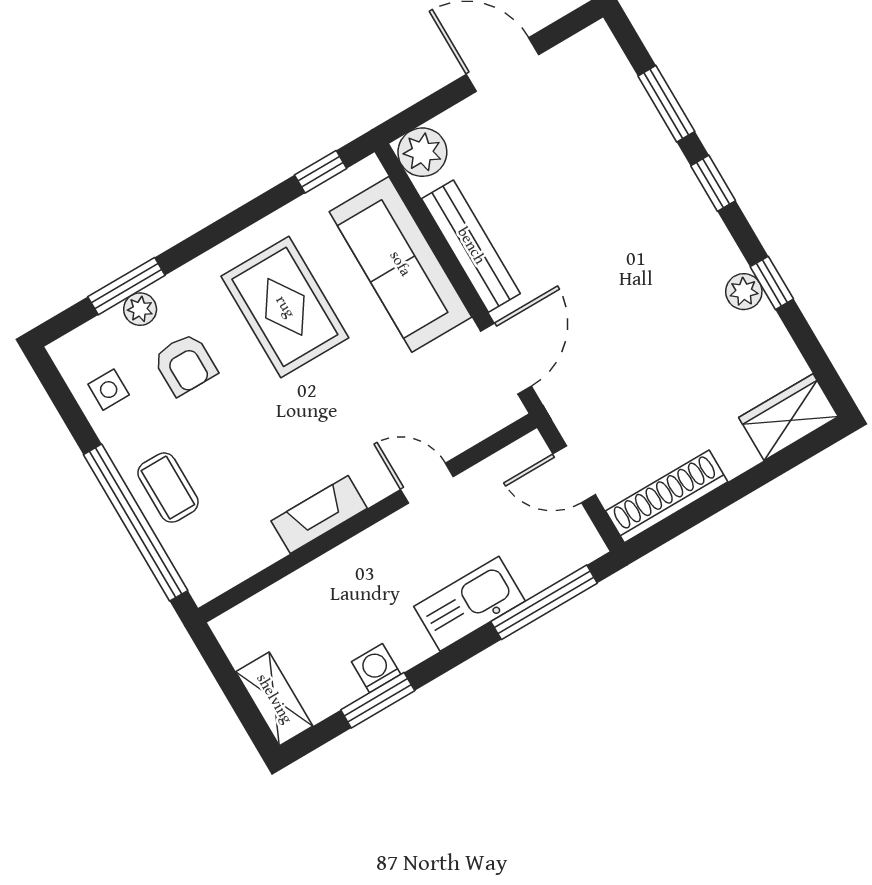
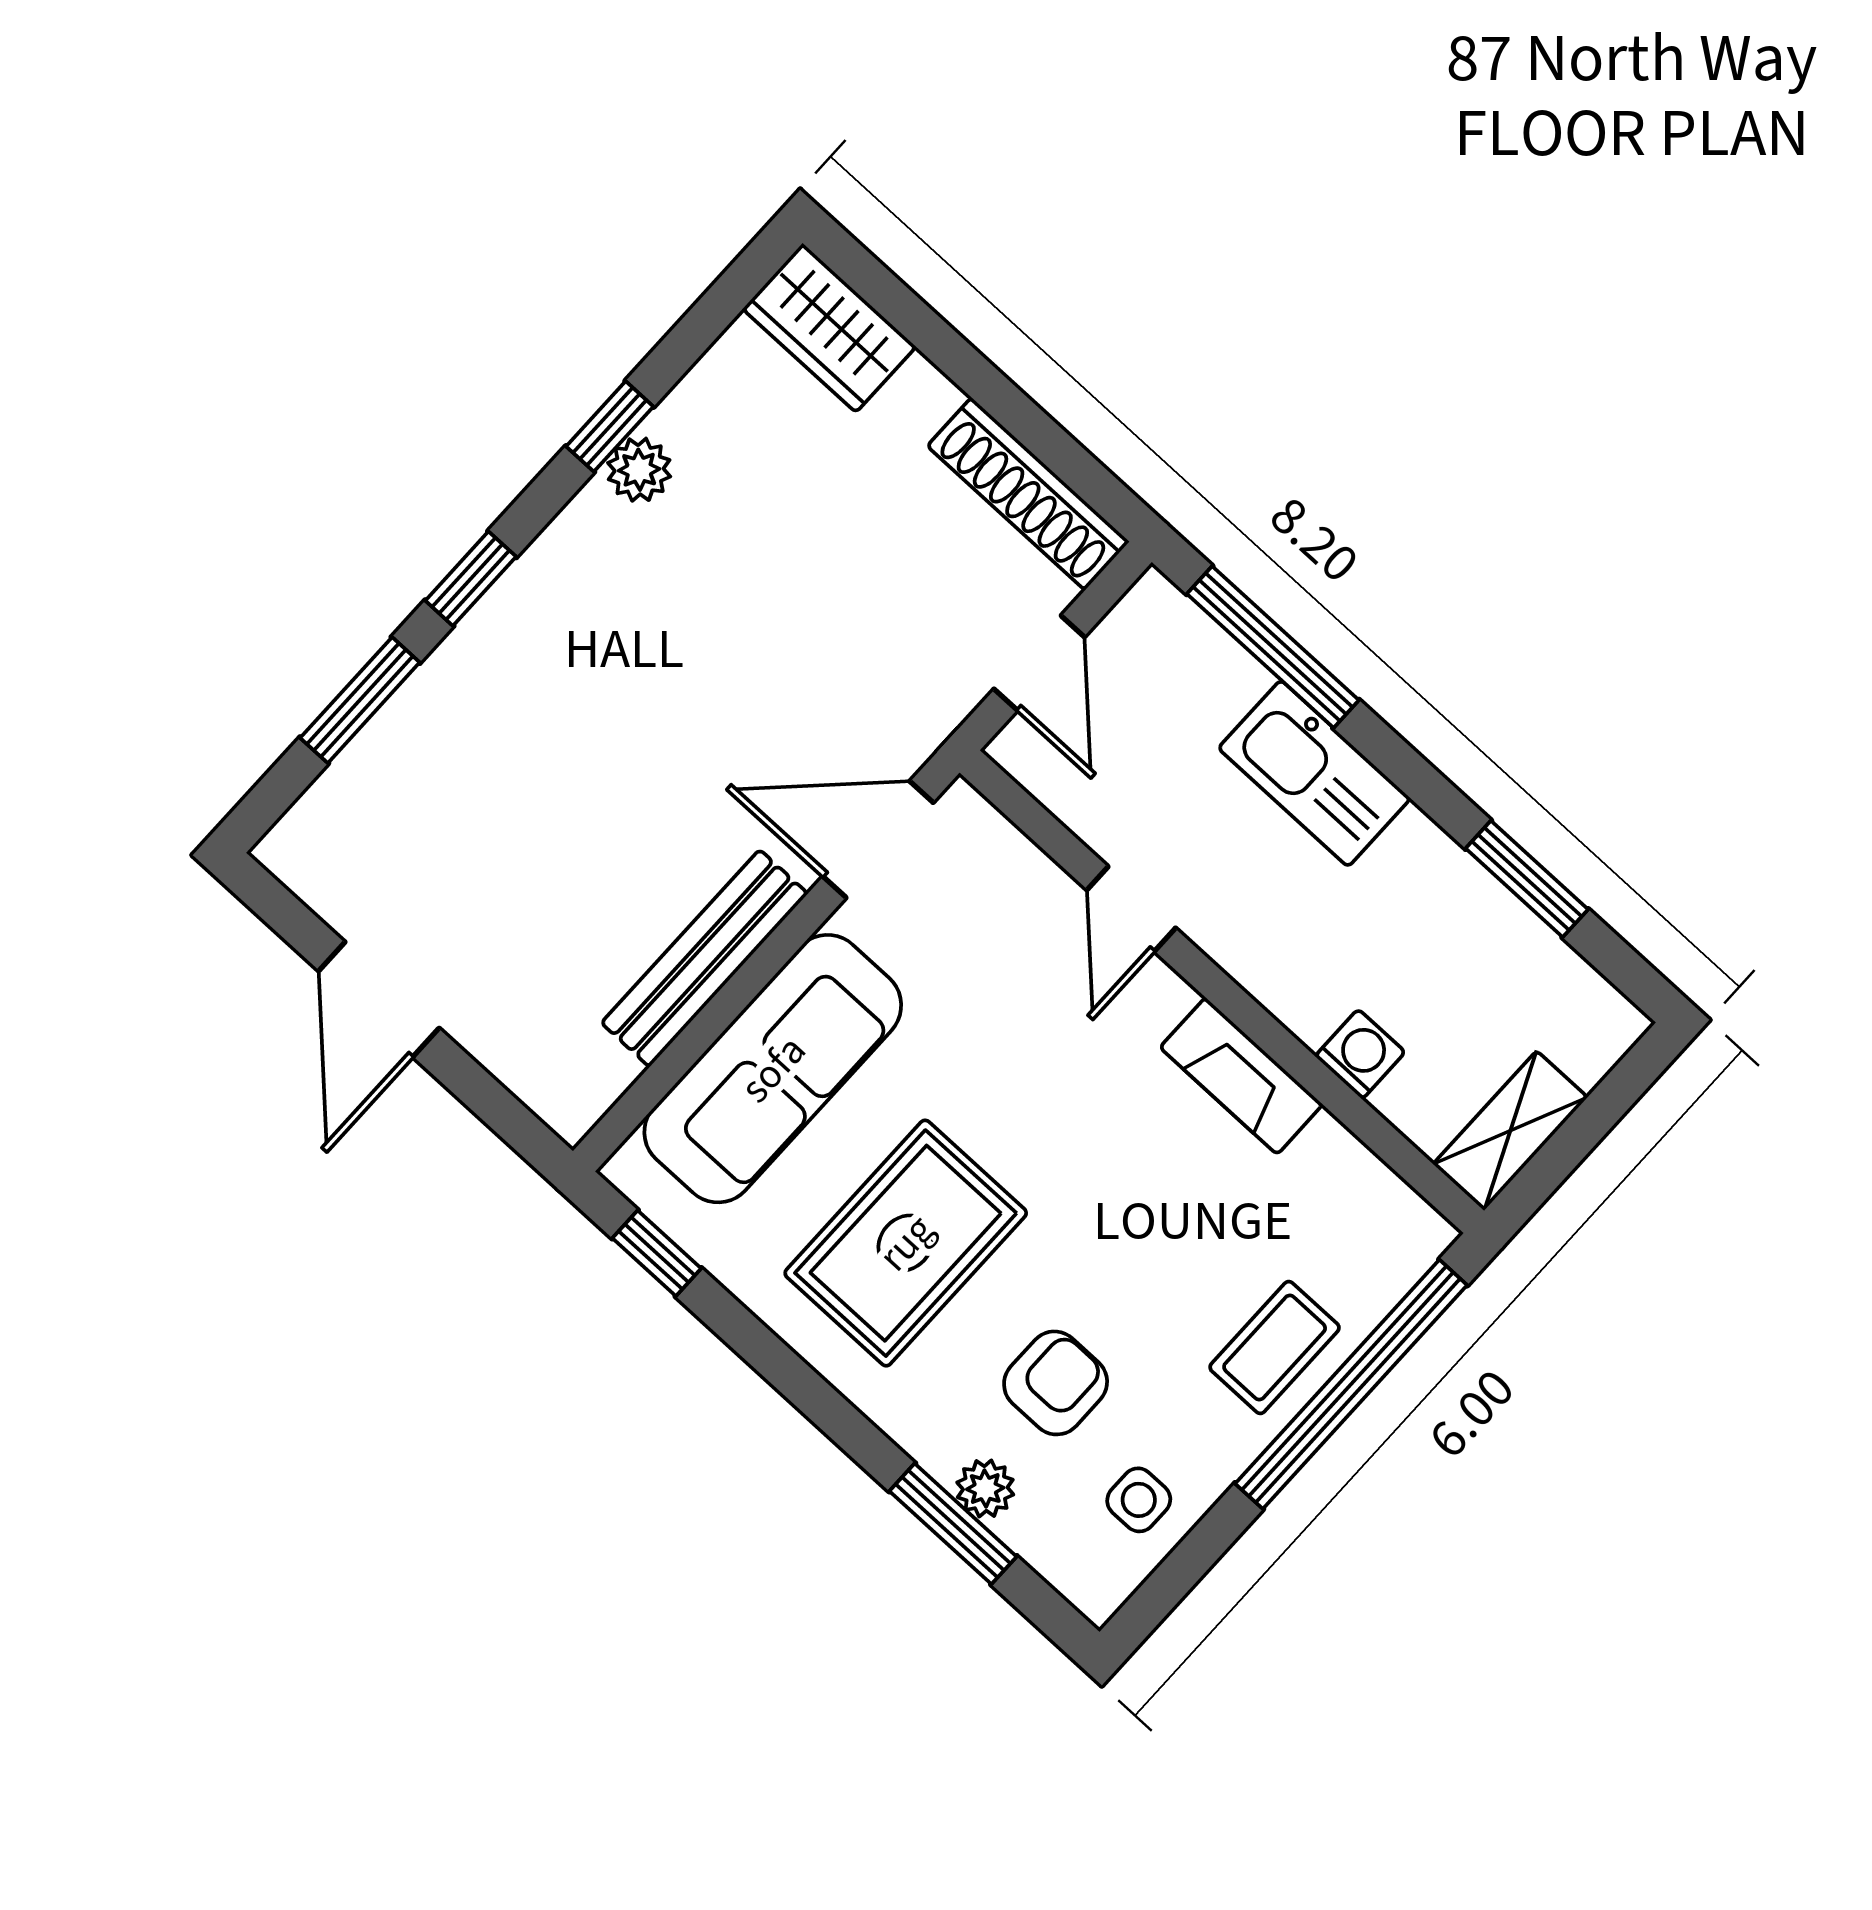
plant: (422, 152) -> (570, 1090), removed
washing machine: (376, 668) -> (1360, 1054), moved, turned 180
shelving: (274, 699) -> (1510, 1131), moved

